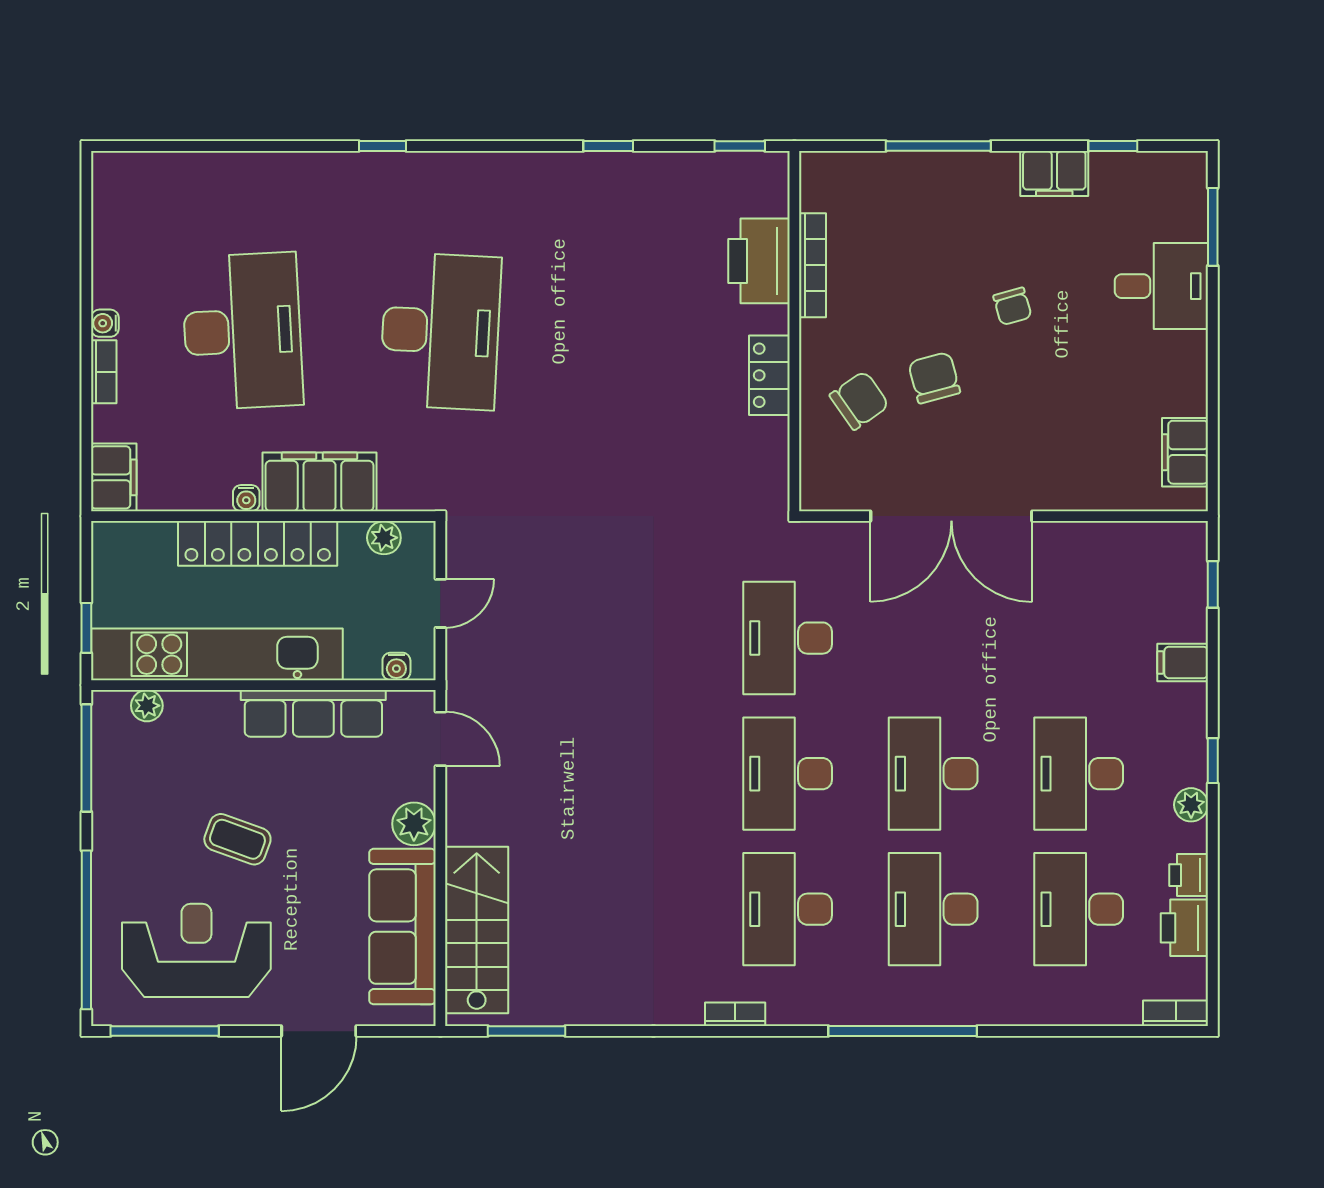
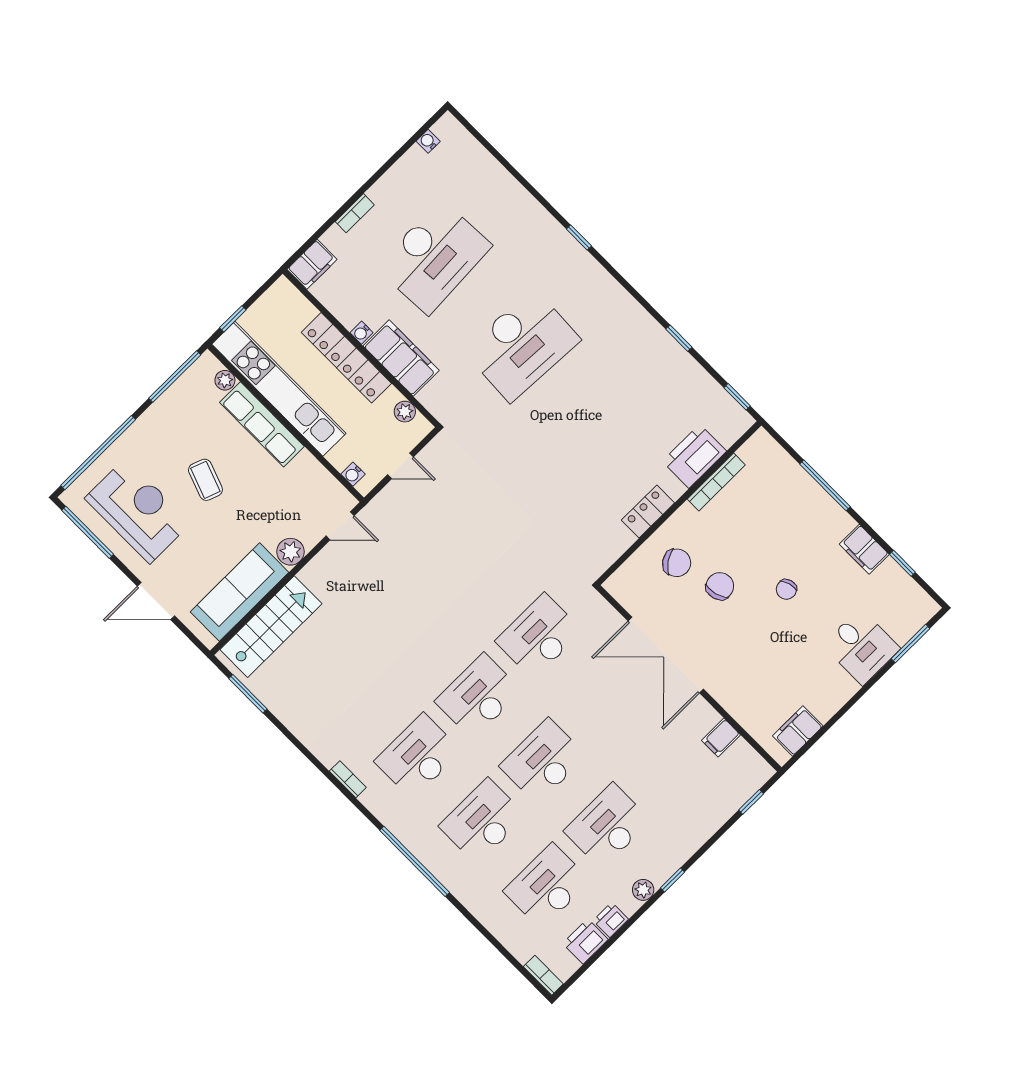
water cooler: (105, 323) -> (428, 141), moved
filing cabinet: (1183, 662) -> (721, 738), moved, turned -90
row of seats: (313, 713) -> (262, 424), moved
door: (440, 739) -> (340, 526), hinge flipped

